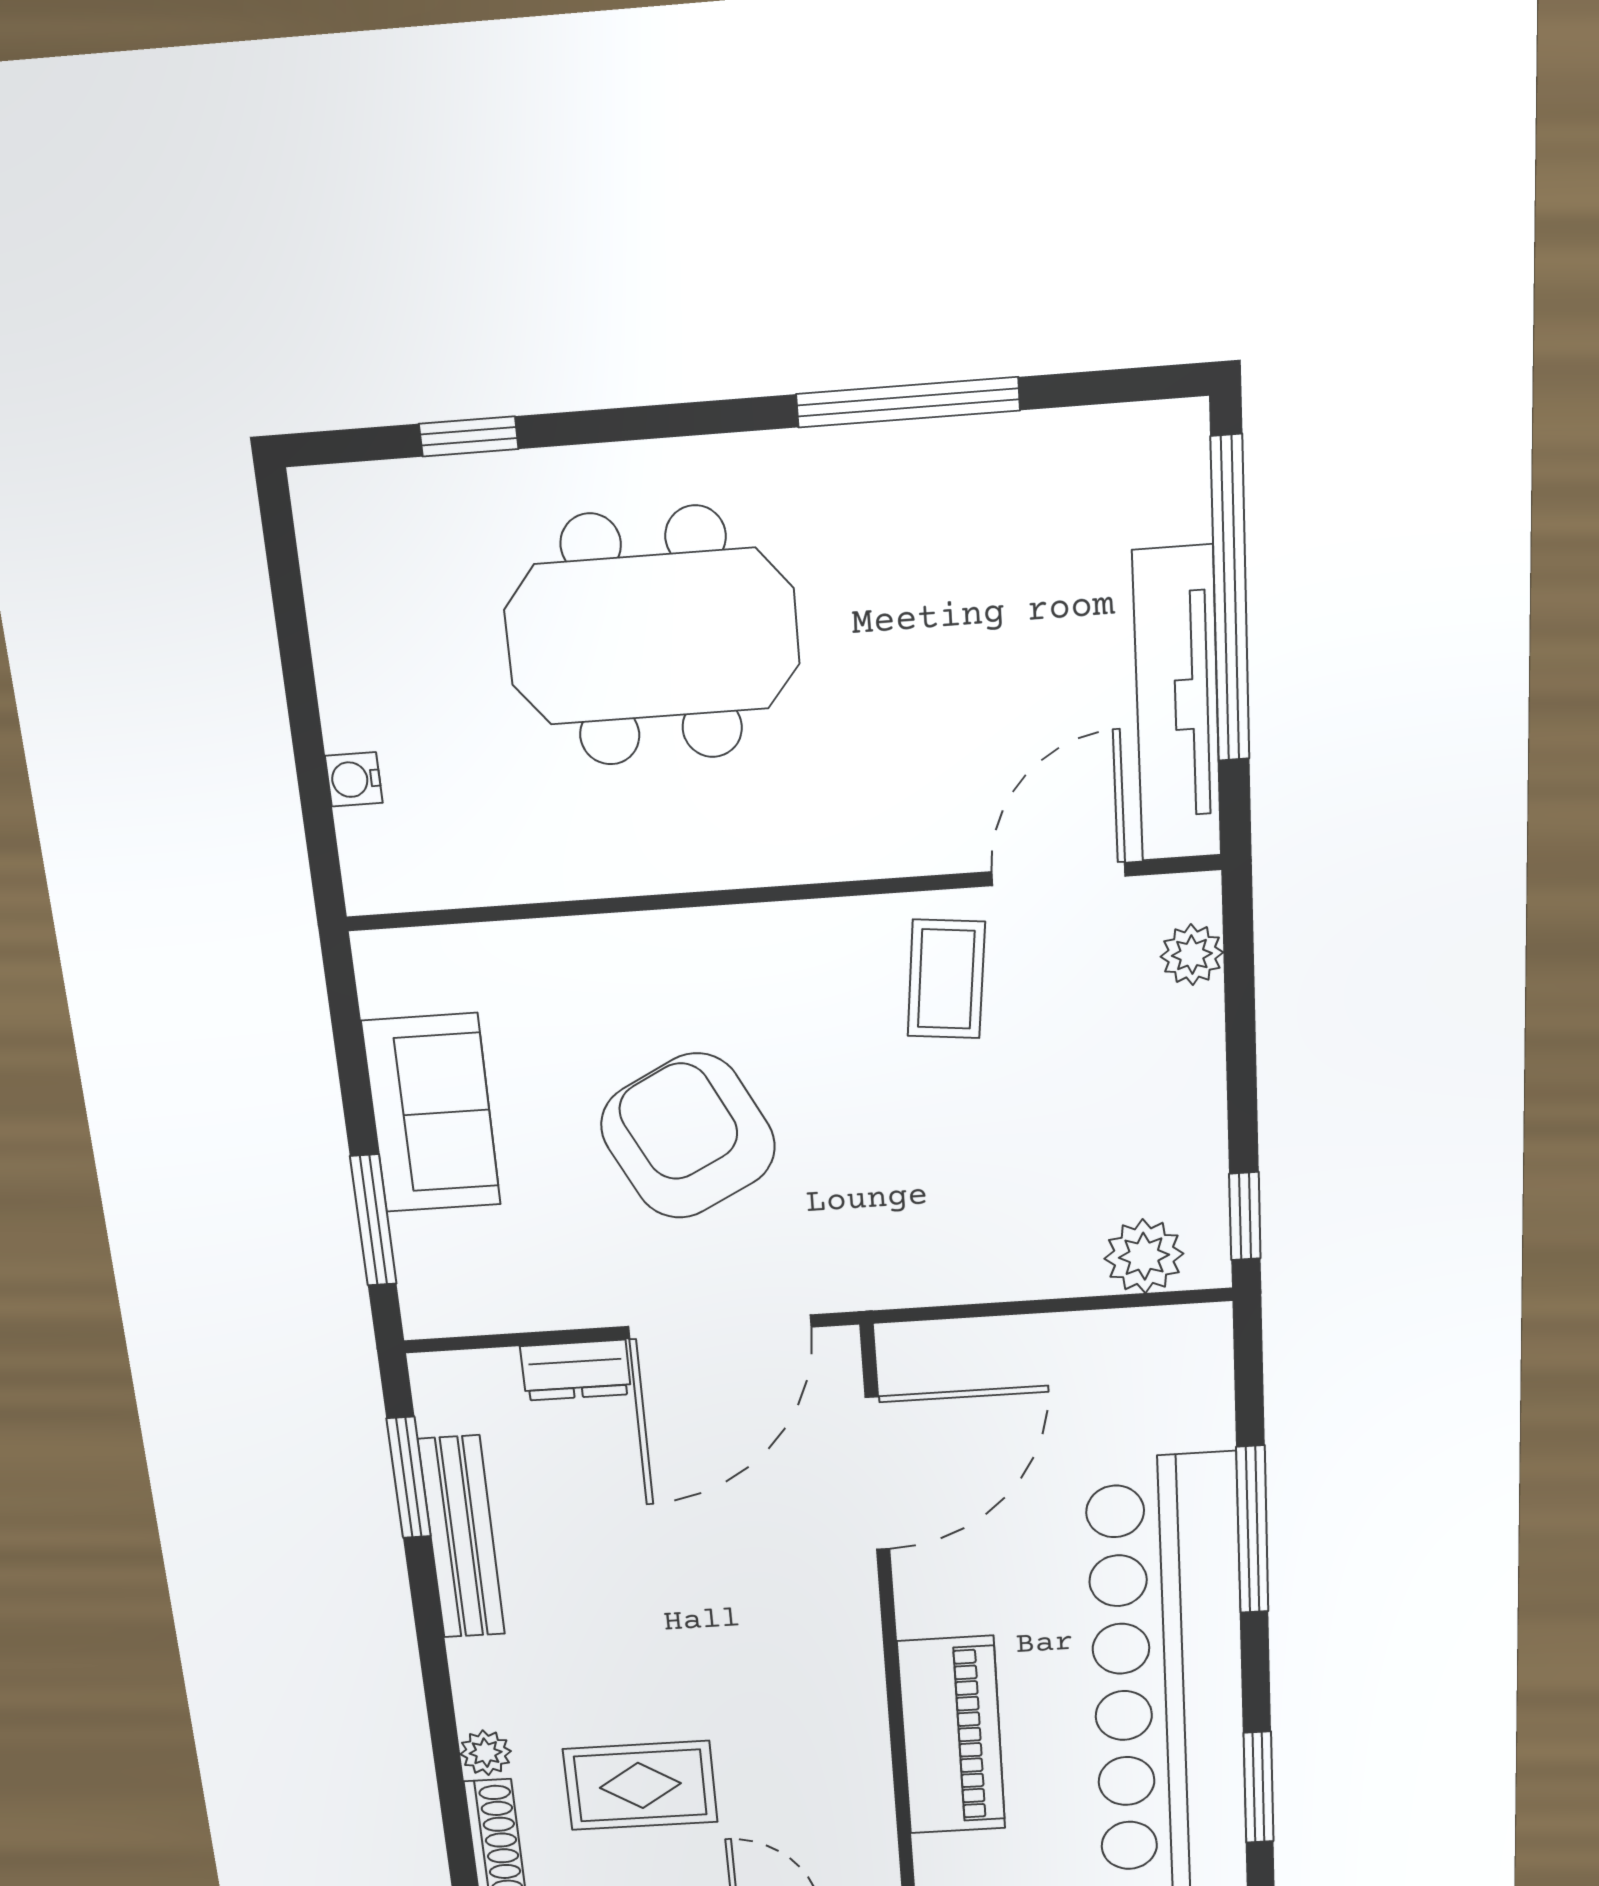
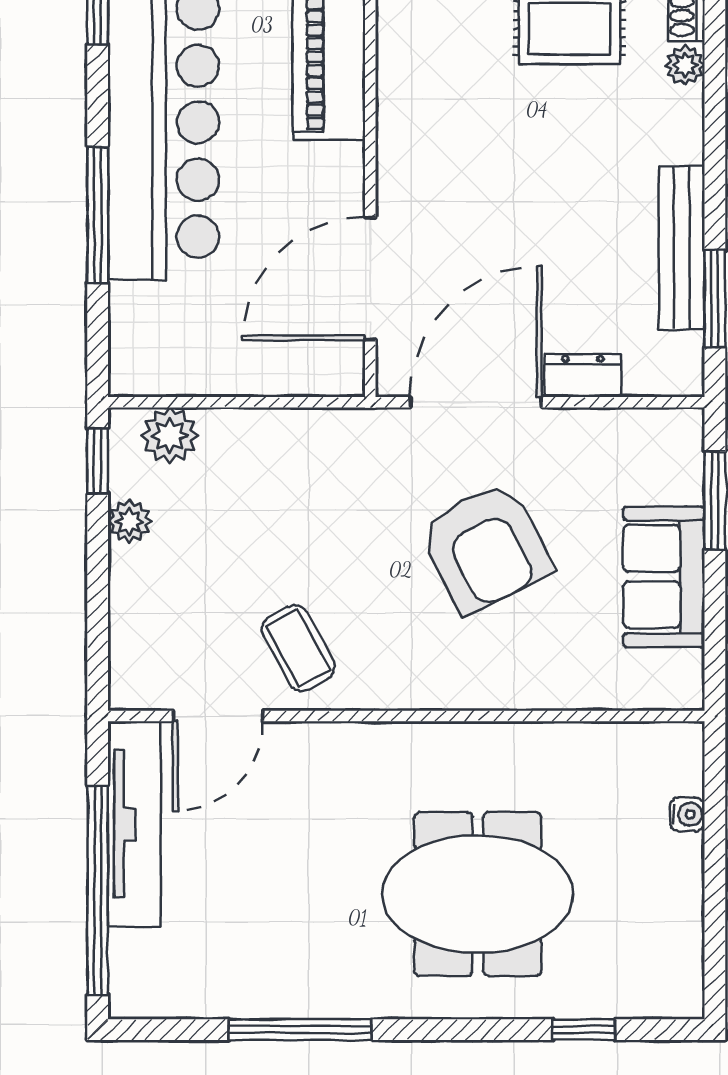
plant: (1192, 955) -> (130, 521), moved
coffee table: (946, 979) -> (298, 648), turned -35

